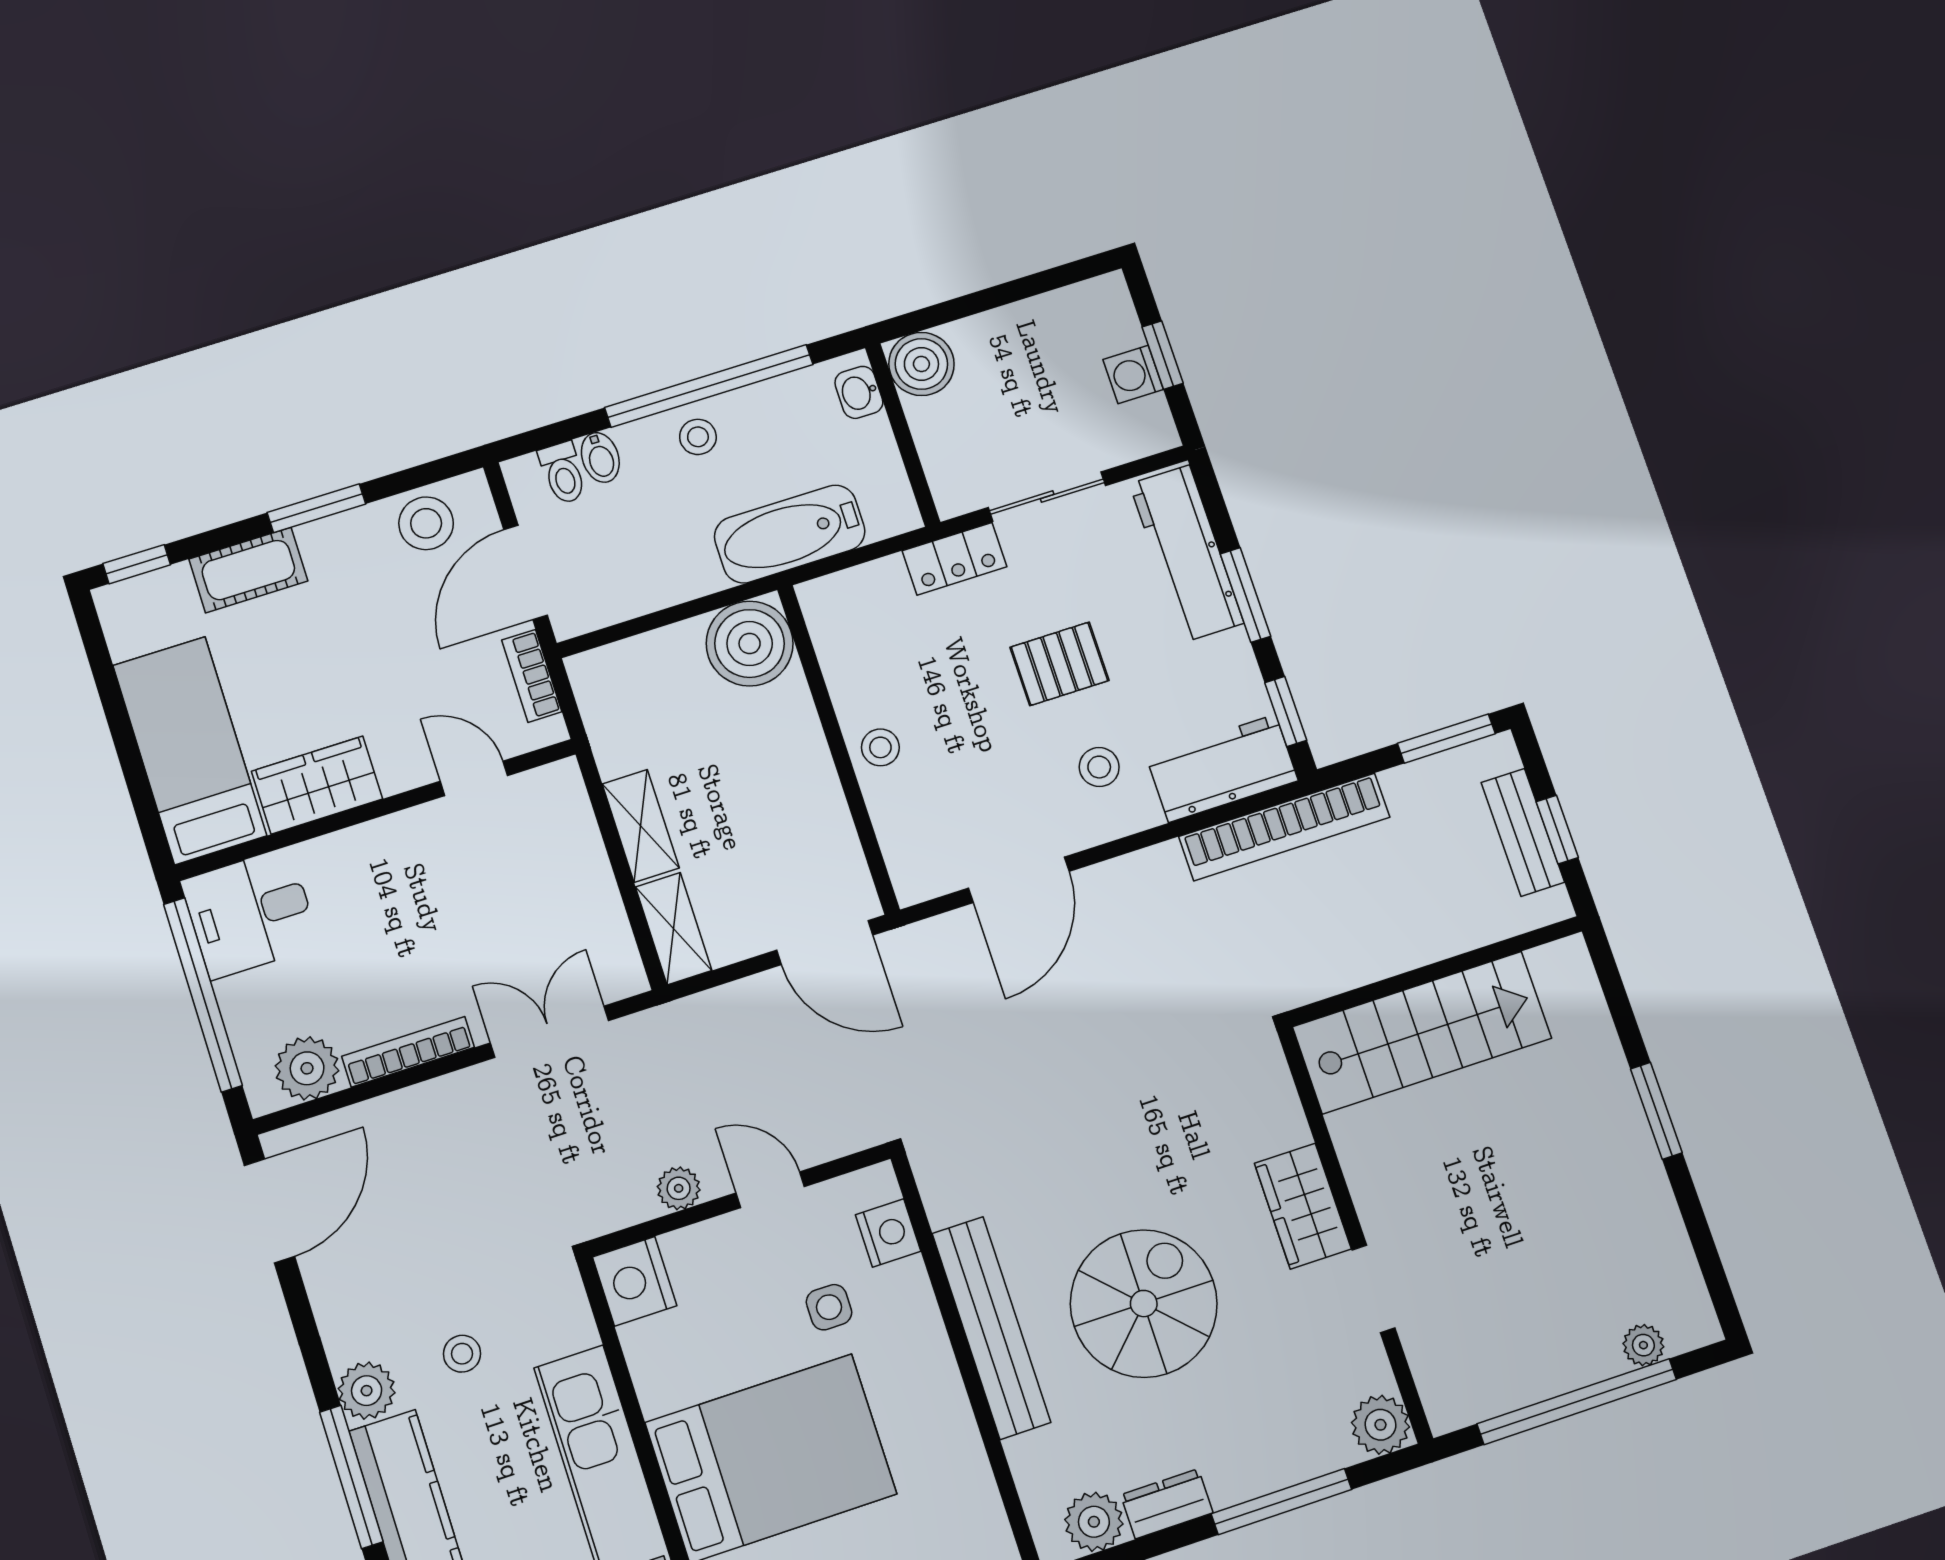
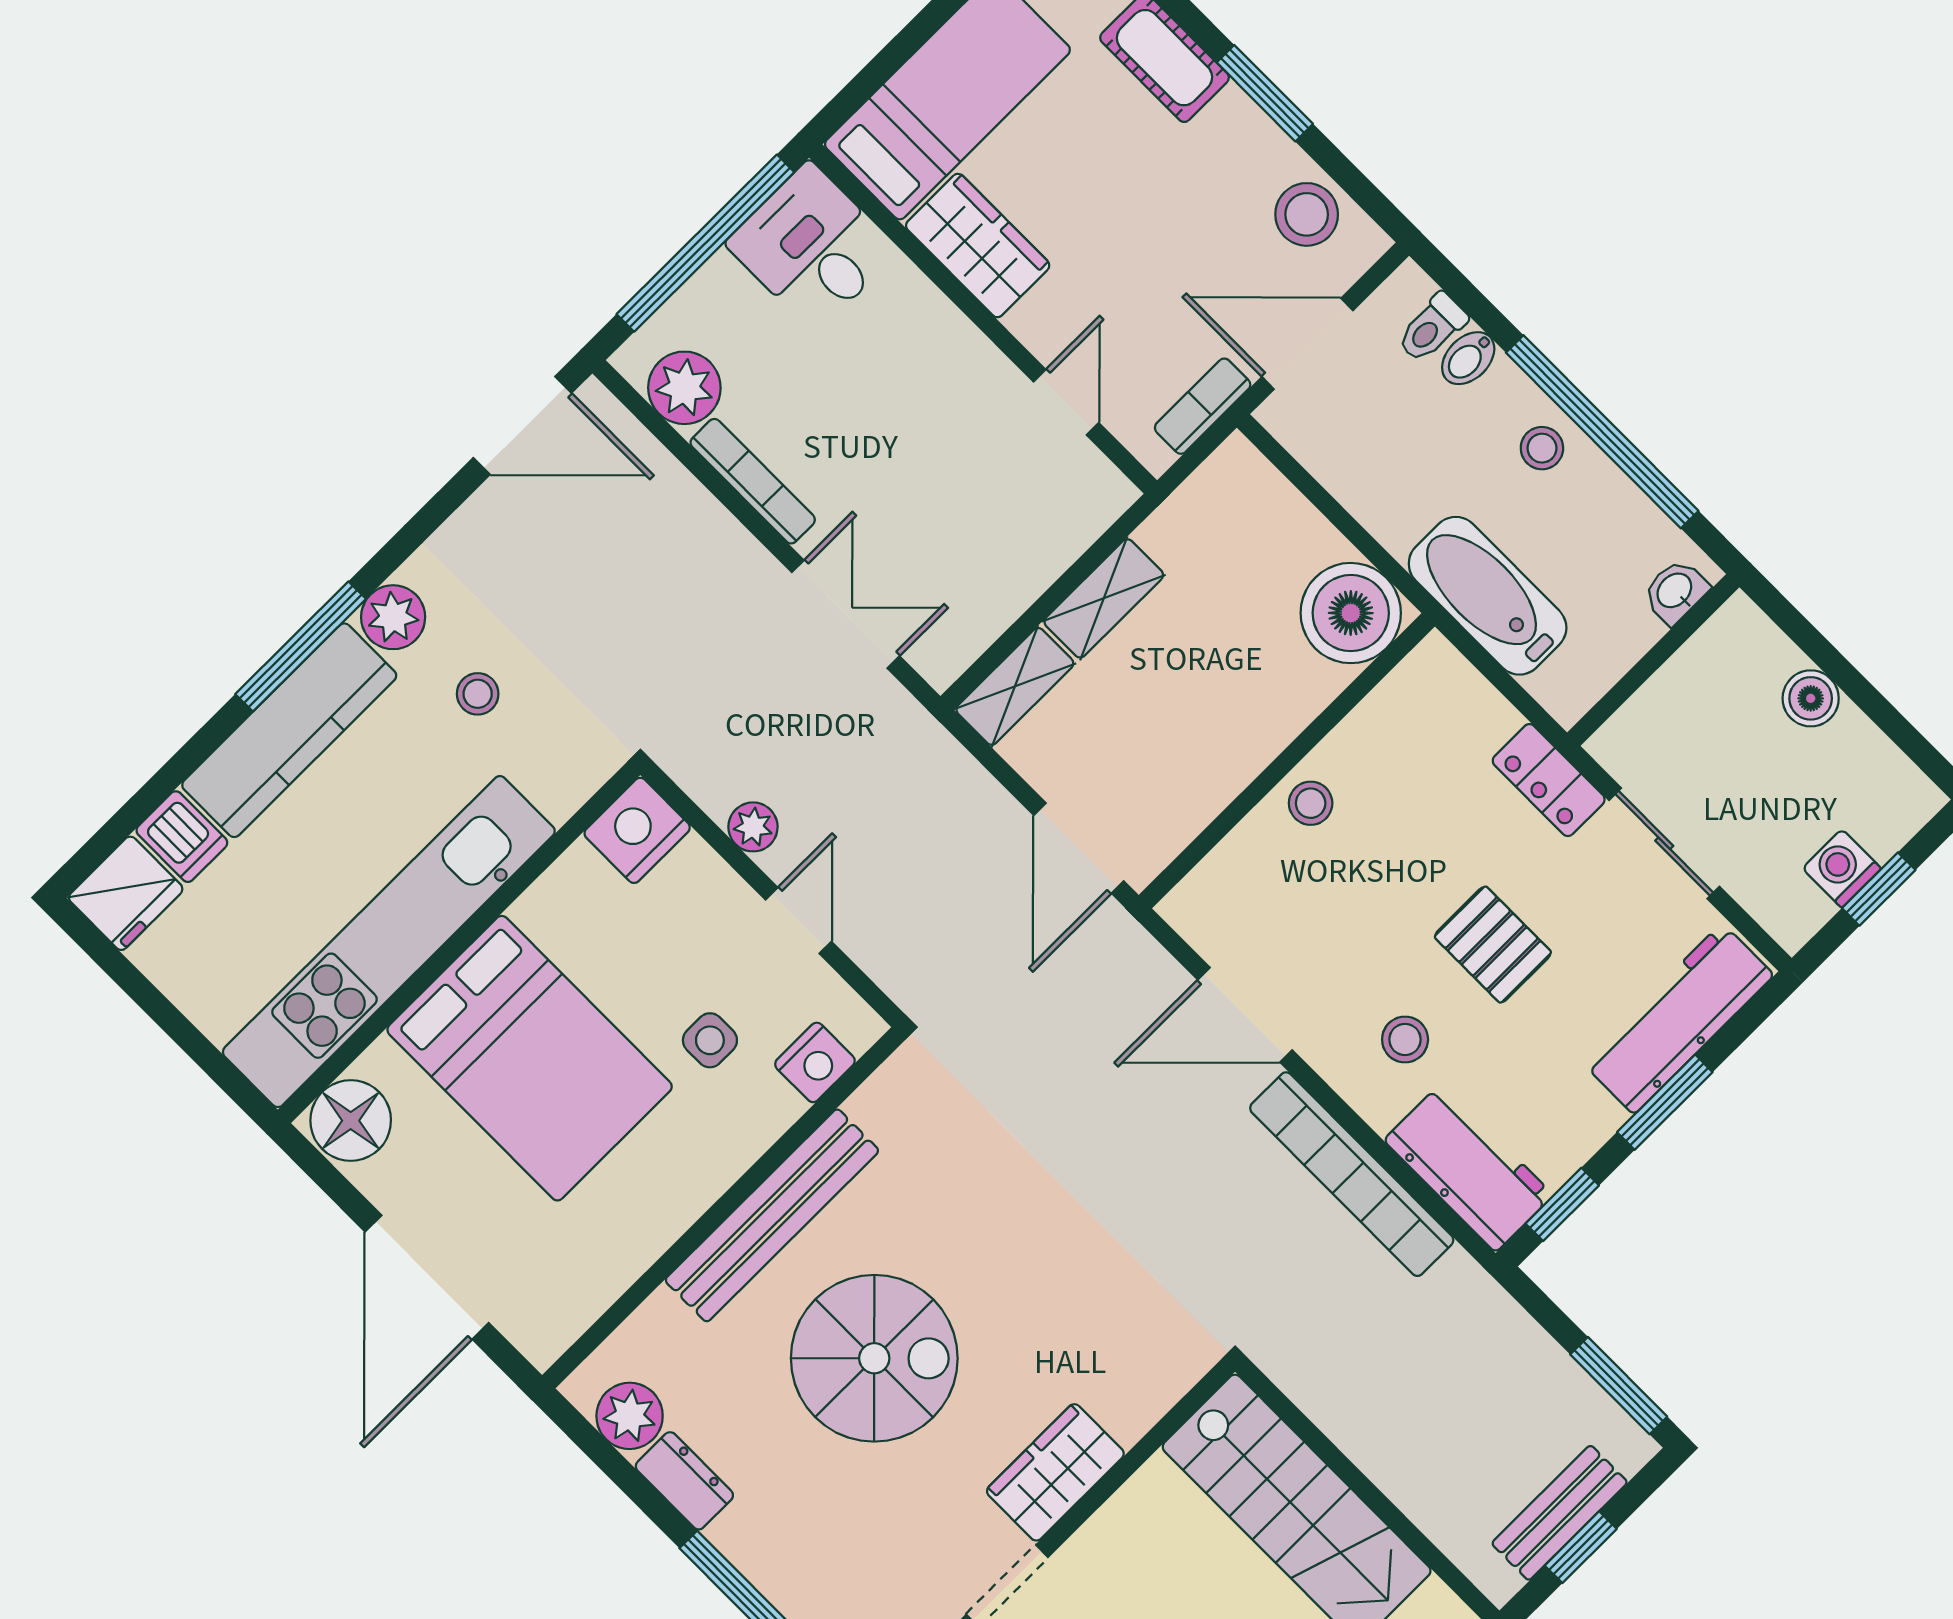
boiler: (921, 364) -> (1811, 698), moved, width x0.73, depth x0.73
bookcase: (1284, 827) -> (1352, 1174), moved

